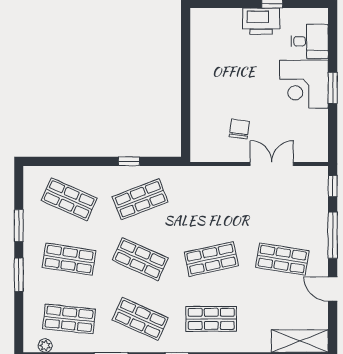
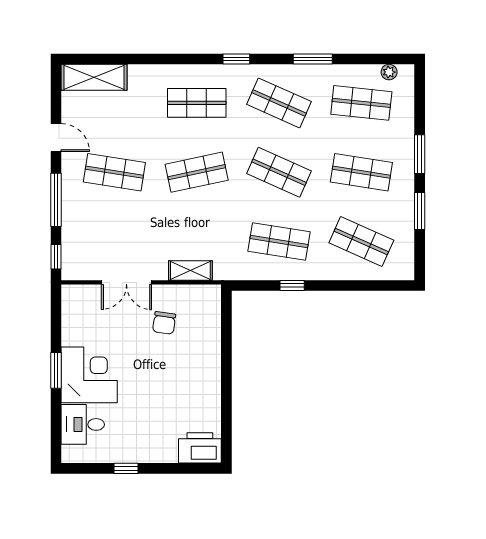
printer: (261, 21) -> (200, 448), moved
shelving: (217, 174) -> (190, 270), added
shop shelf: (140, 199) -> (279, 241), turned 30

